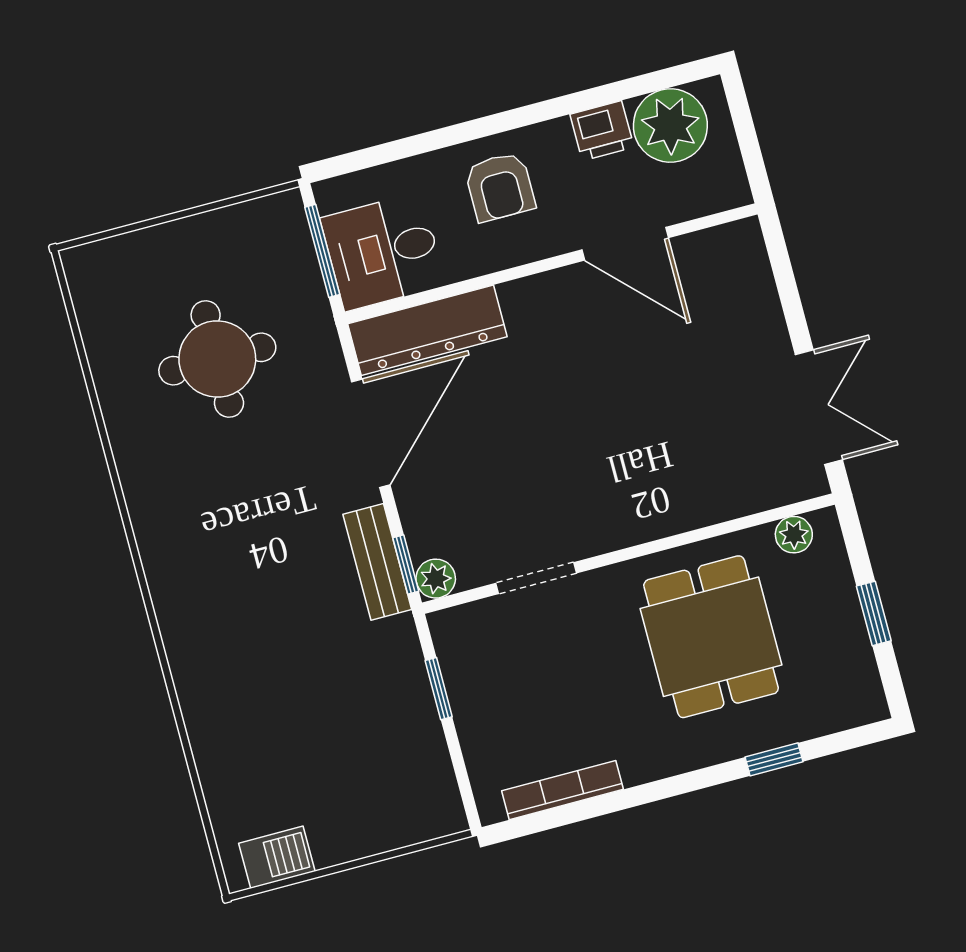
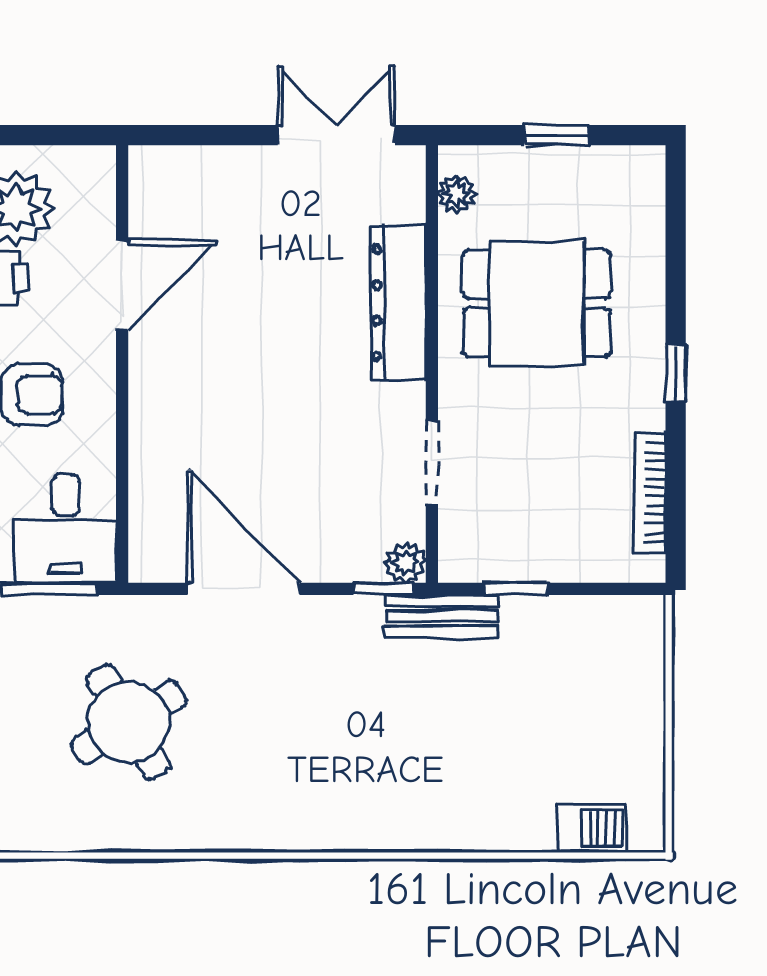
dresser: (427, 330) -> (398, 303), moved, turned 180
round table: (217, 359) -> (129, 722), turned -31
bench: (377, 562) -> (442, 616), moved
window: (774, 759) -> (676, 373), moved
barbecue: (277, 857) -> (592, 828), moved, turned 90

